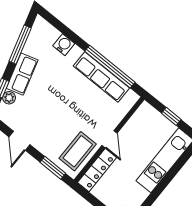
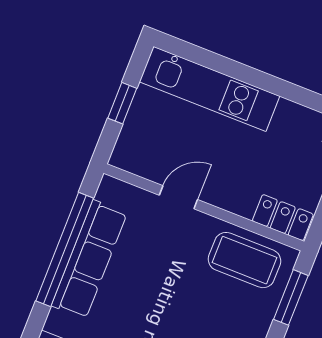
door: (109, 139) -> (178, 197), moved
locker: (97, 170) -> (283, 218), width x0.66

